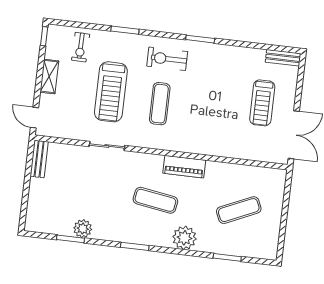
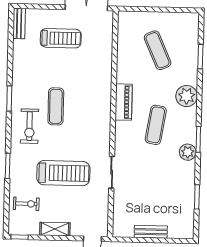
exercise mat: (160, 104) -> (56, 106), moved, turned 90
bench: (39, 159) -> (151, 232), moved
plant: (83, 229) -> (188, 152), moved

